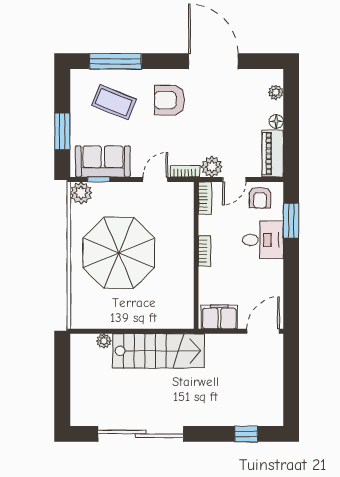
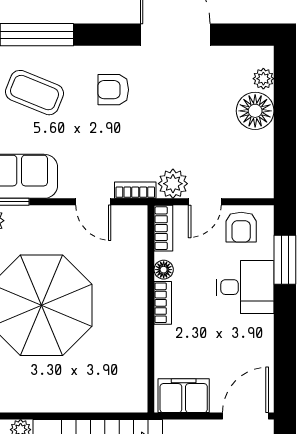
armchair: (170, 100) -> (113, 90), width x0.72, depth x0.72
floor lamp: (276, 121) -> (255, 111), width x1.89, depth x1.89
piano: (273, 154) -> (259, 165), removed
door: (155, 179) -> (93, 202), swing flipped
floor lamp: (205, 228) -> (164, 270), added

